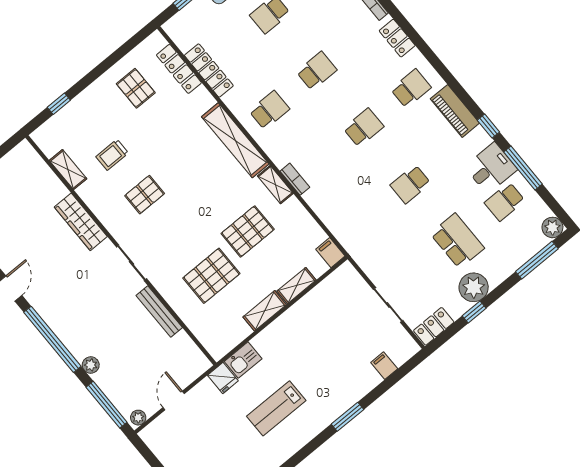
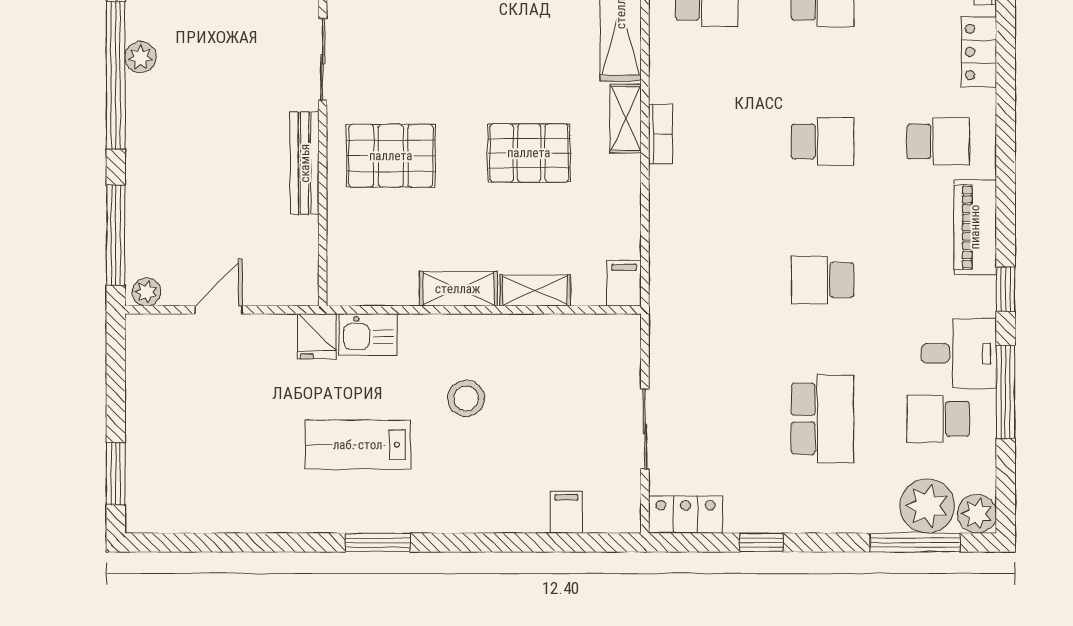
pallet: (211, 276) -> (391, 156), moved
plant: (474, 287) -> (927, 506), moved
stool: (305, 353) -> (466, 398), added
plant: (91, 365) -> (141, 57), moved
window: (347, 417) -> (378, 542), moved

